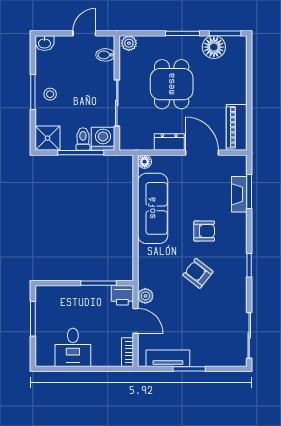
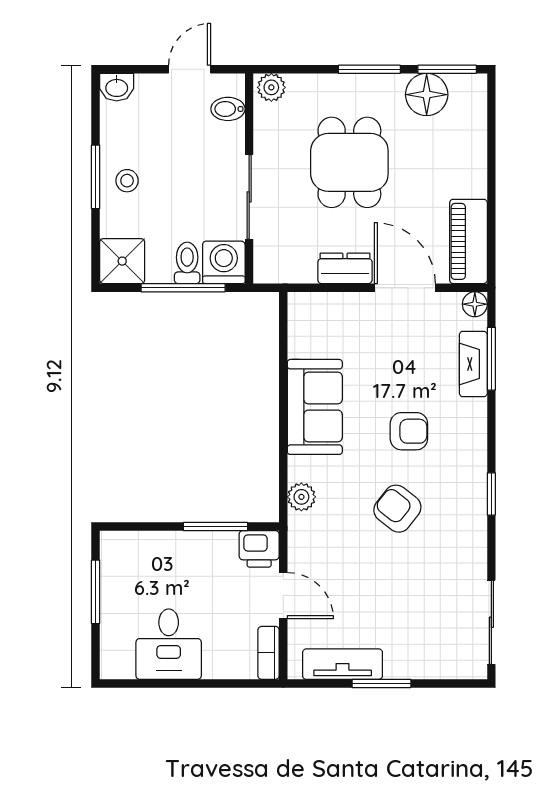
floor lamp: (145, 162) -> (475, 304), moved
sofa: (153, 208) -> (315, 407), width x0.73
plant: (145, 296) -> (301, 497), moved

